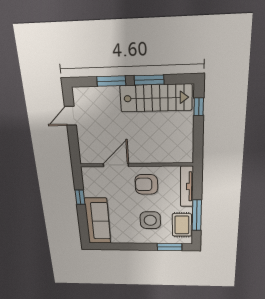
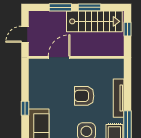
door: (116, 165) -> (59, 57), moved
wall: (136, 165) -> (76, 57), moved

